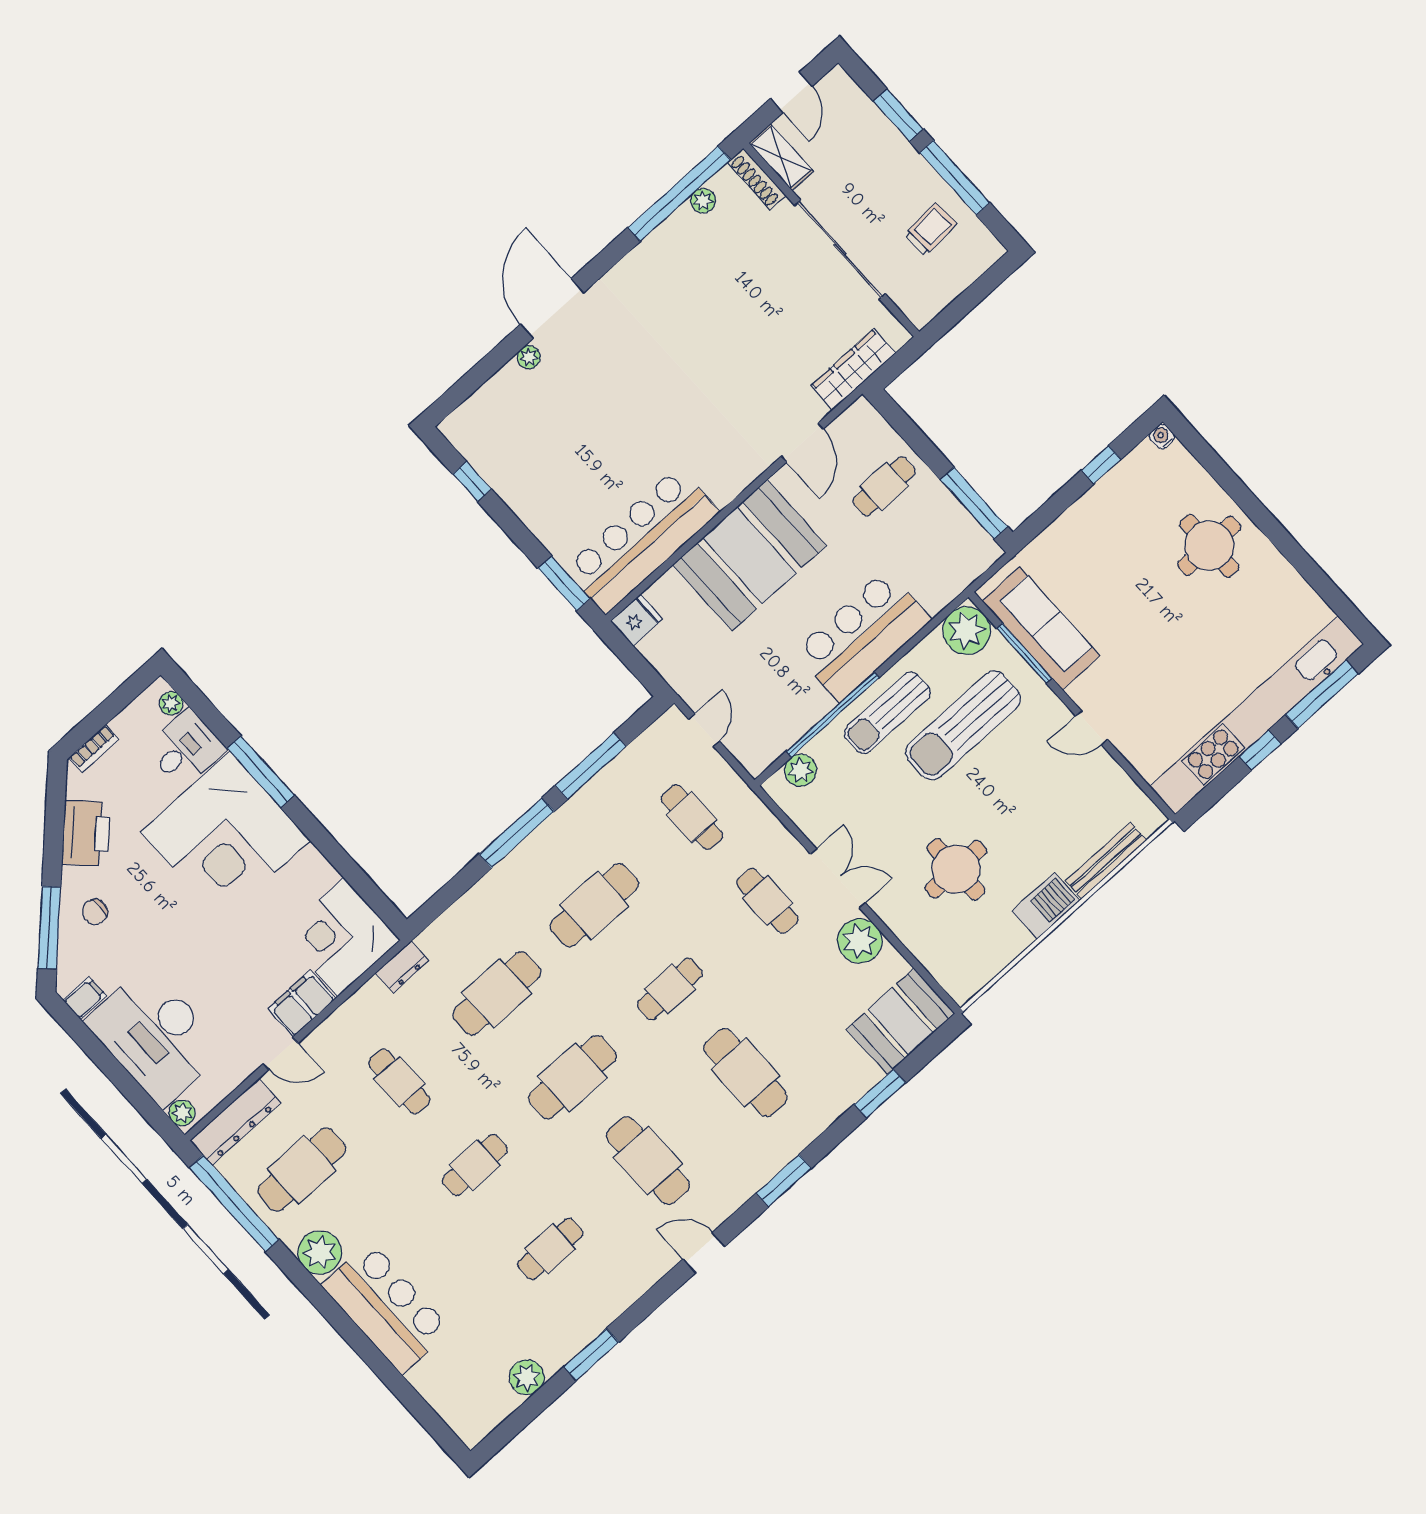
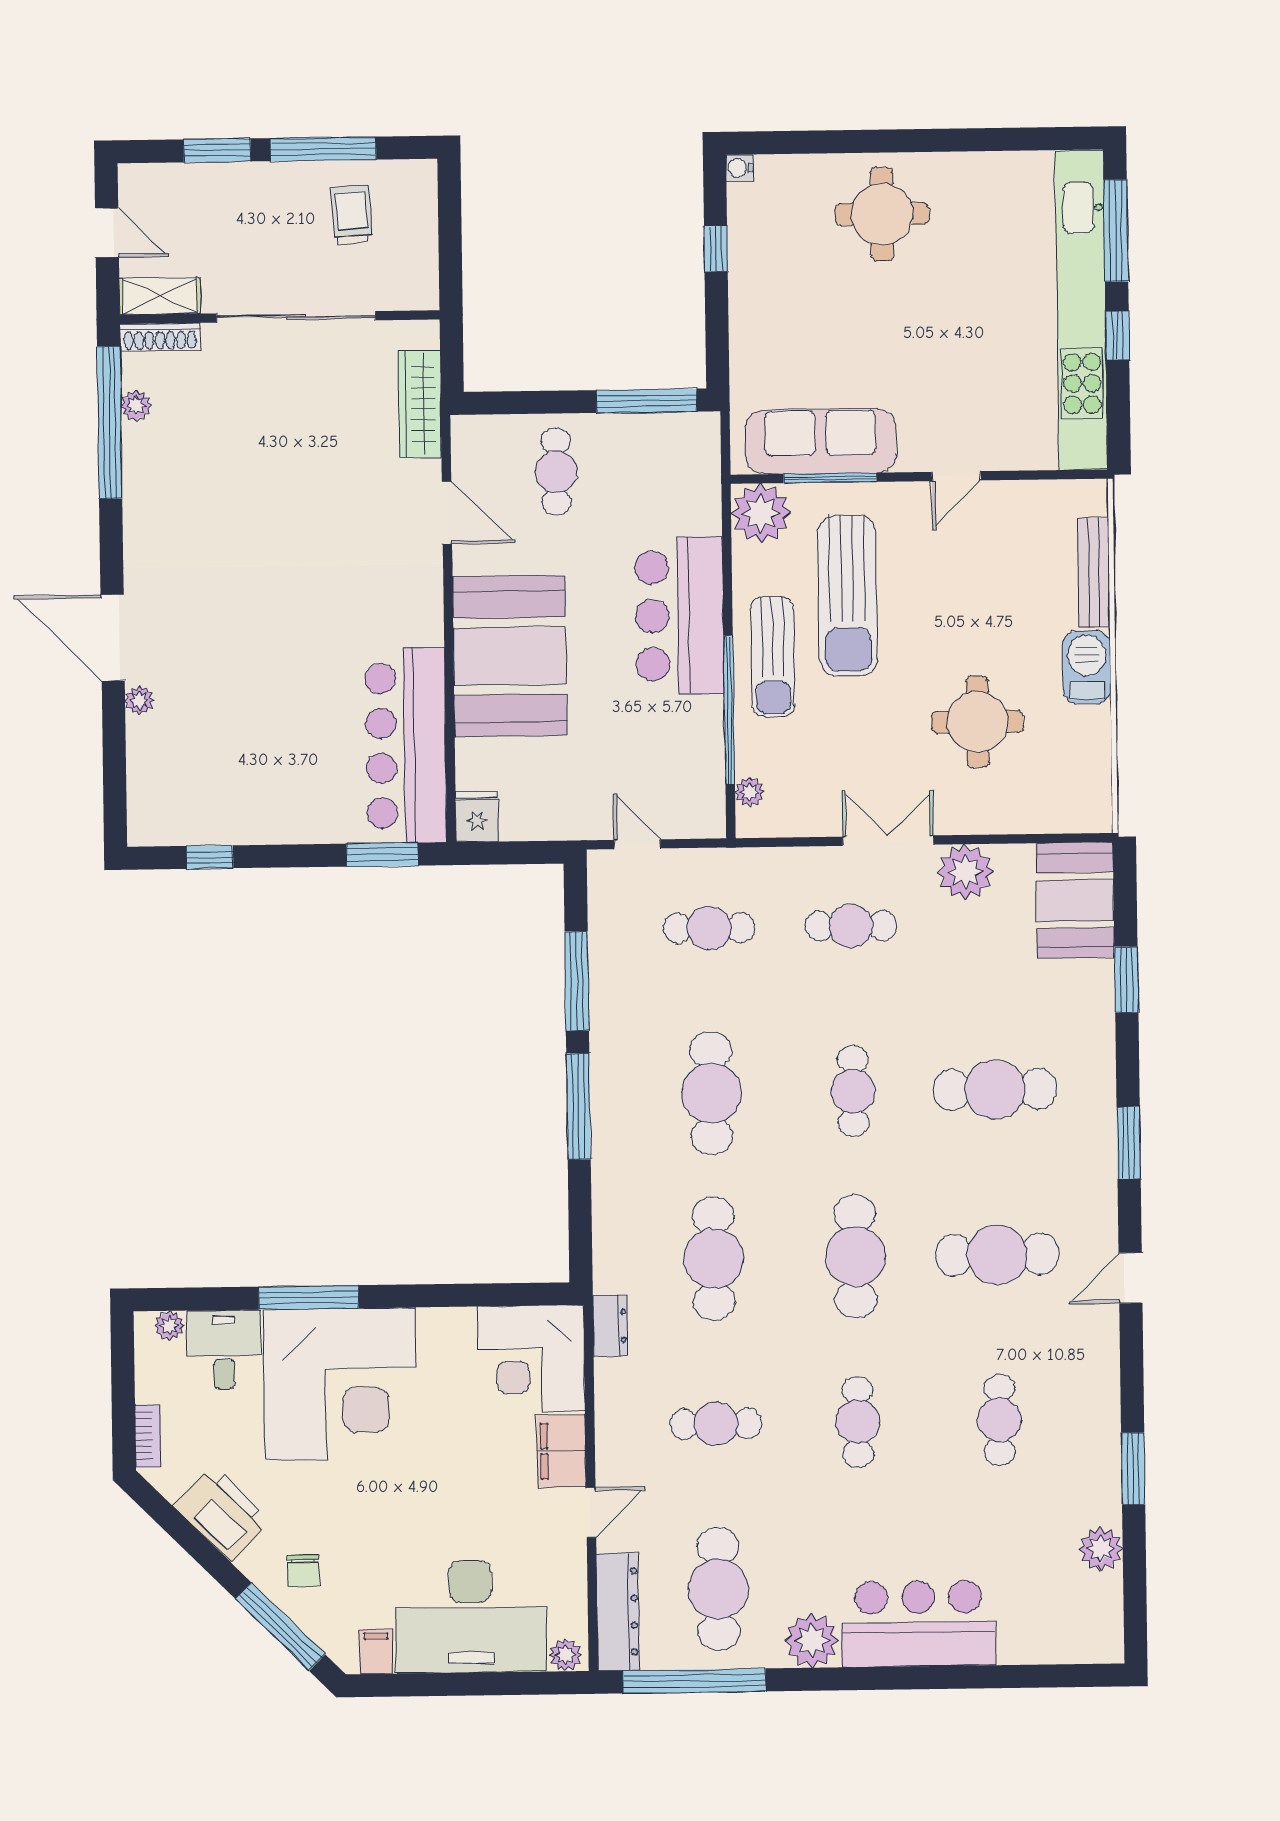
plant: (800, 770) -> (750, 792), width x0.73, depth x0.73

